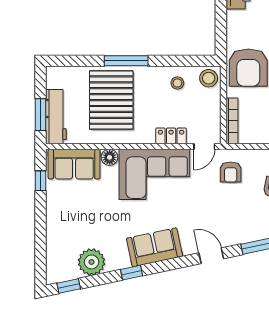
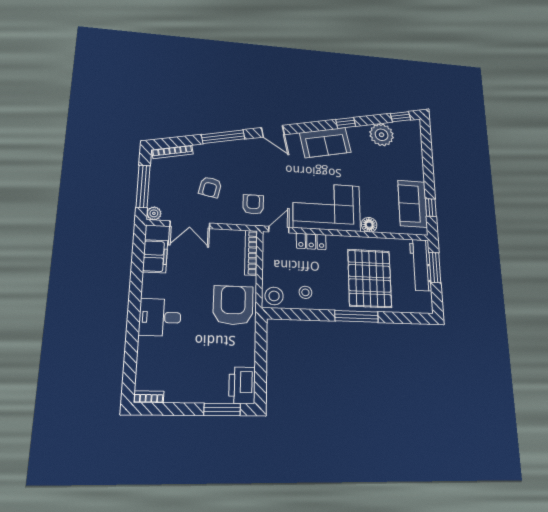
sofa: (74, 164) -> (413, 204), moved, turned -90

